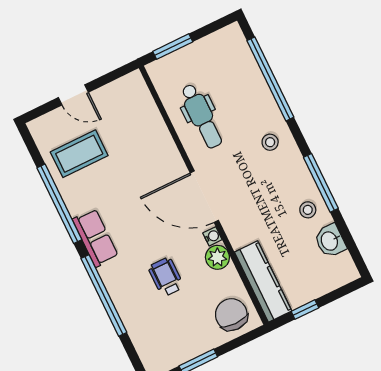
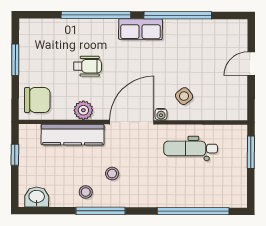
stool: (270, 142) -> (112, 174), moved
side table: (146, 152) -> (184, 96), added
coffee table: (79, 154) -> (207, 47), removed
water cooler: (212, 236) -> (161, 114), moved
washbasin: (330, 241) -> (37, 197), moved
kitchen counter: (263, 282) -> (73, 135), moved

